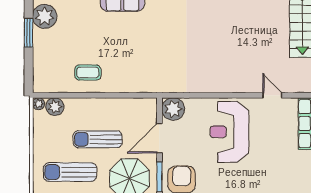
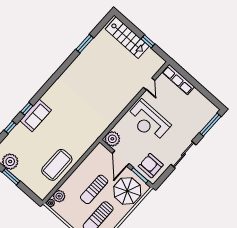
coffee table: (88, 72) -> (57, 165), width x1.86, depth x1.72
door: (272, 95) -> (149, 84), swing flipped

